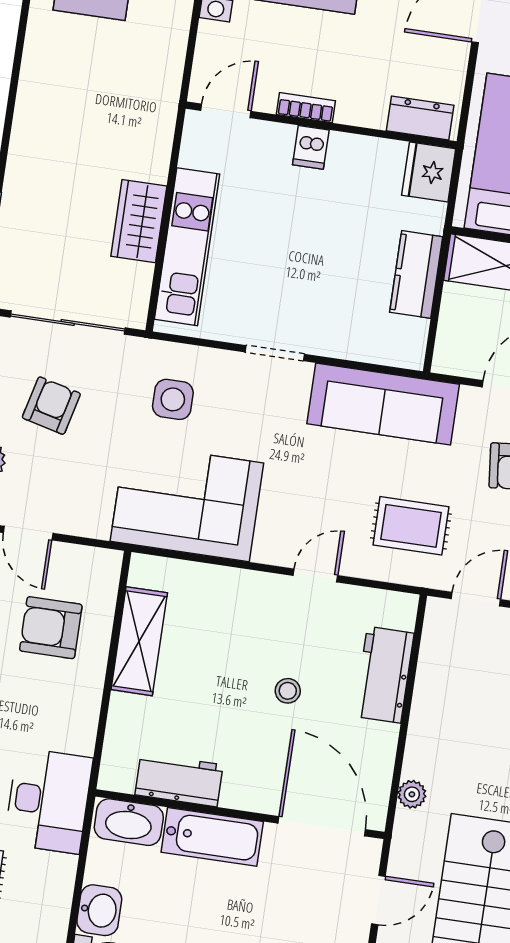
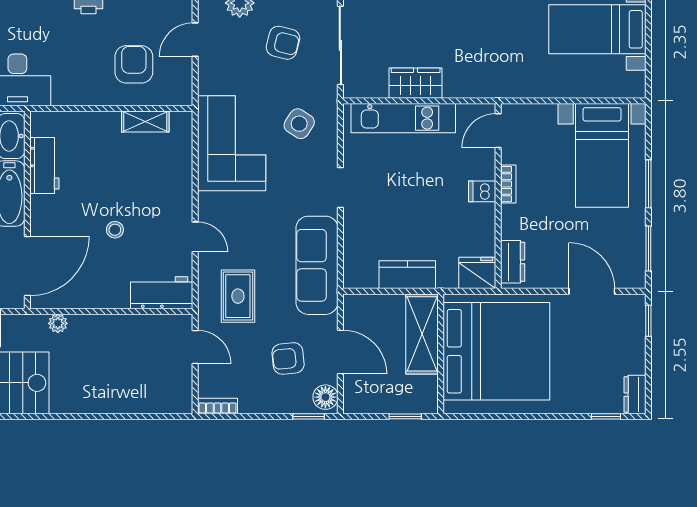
door: (226, 111) -> (498, 131), swing flipped
side table: (173, 399) -> (299, 124), turned 33
shelving: (139, 641) -> (145, 122), width x0.67, depth x0.75
workbench: (384, 675) -> (162, 293), moved

